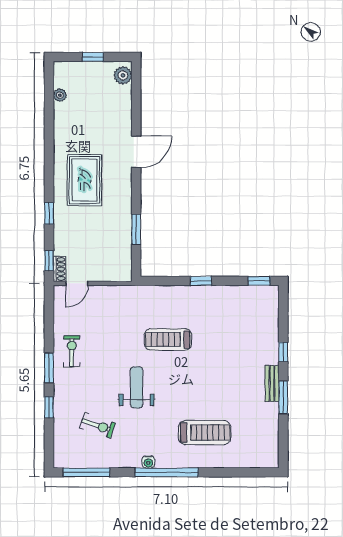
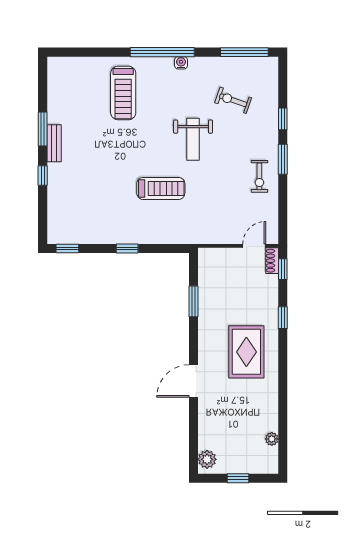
treadmill: (205, 433) -> (123, 93), turned -90

